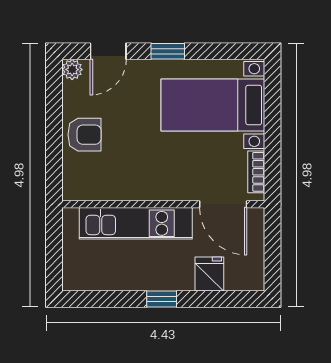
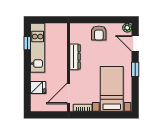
dresser: (139, 189) -> (75, 57), added
kitchen unit: (136, 223) -> (38, 48), moved, turned 180
window: (162, 299) -> (27, 43), moved

